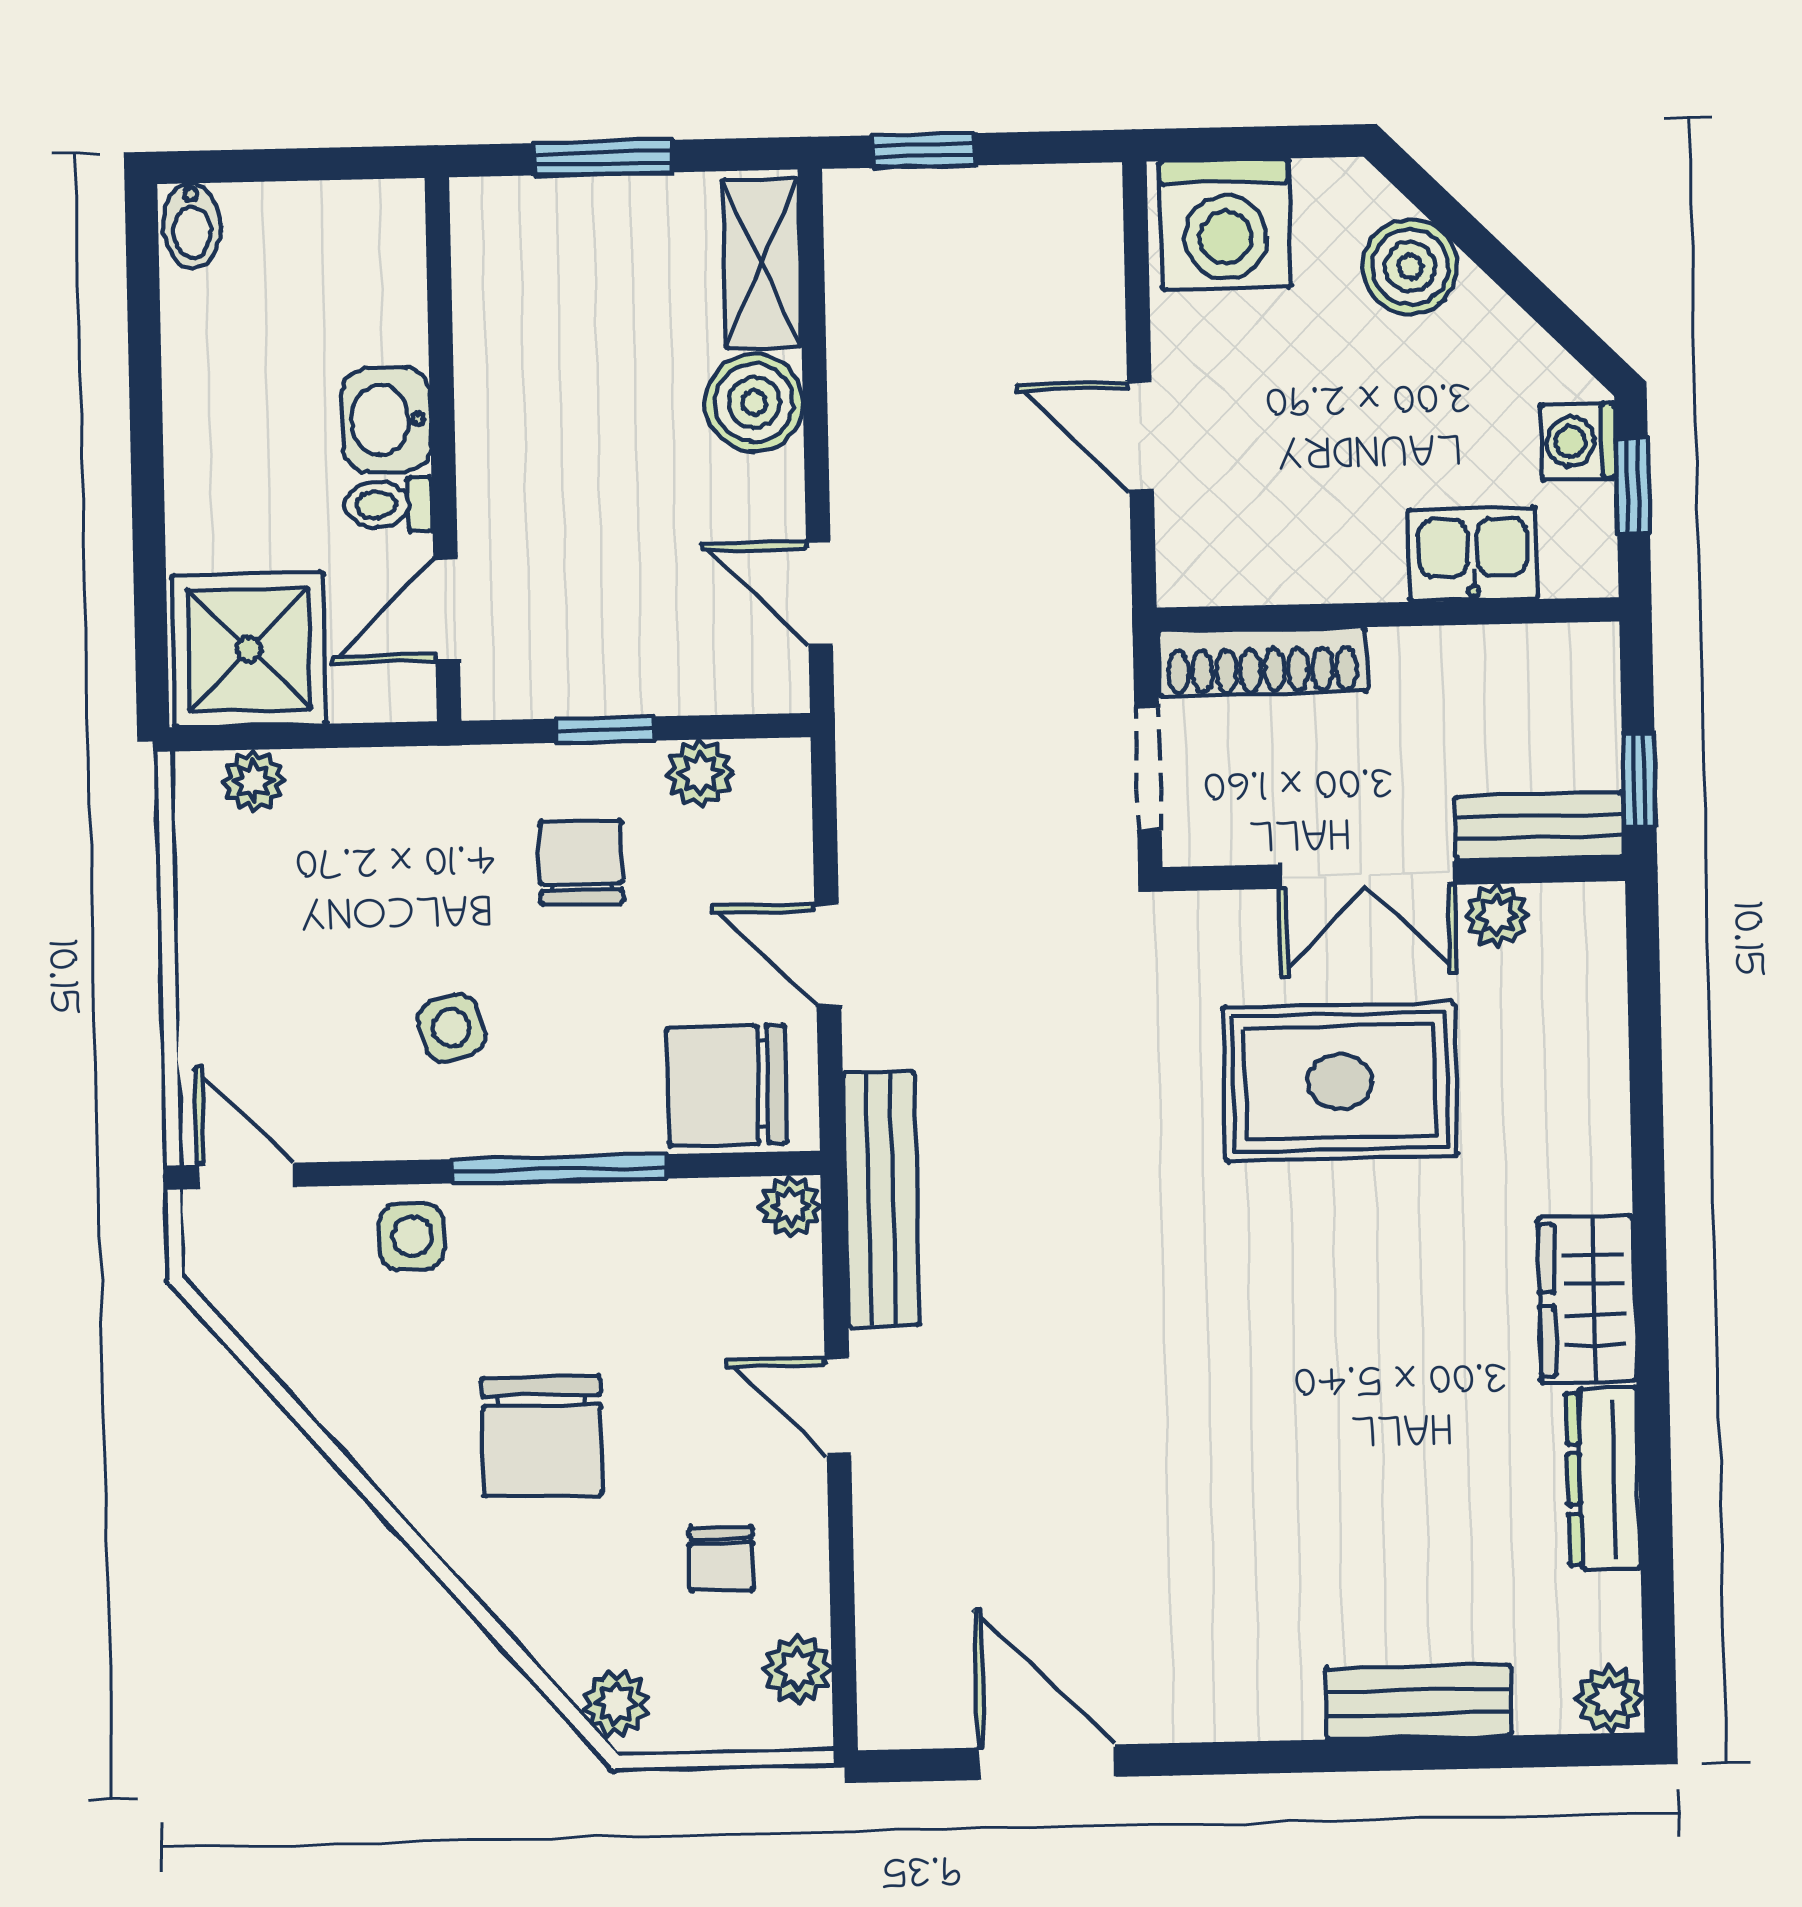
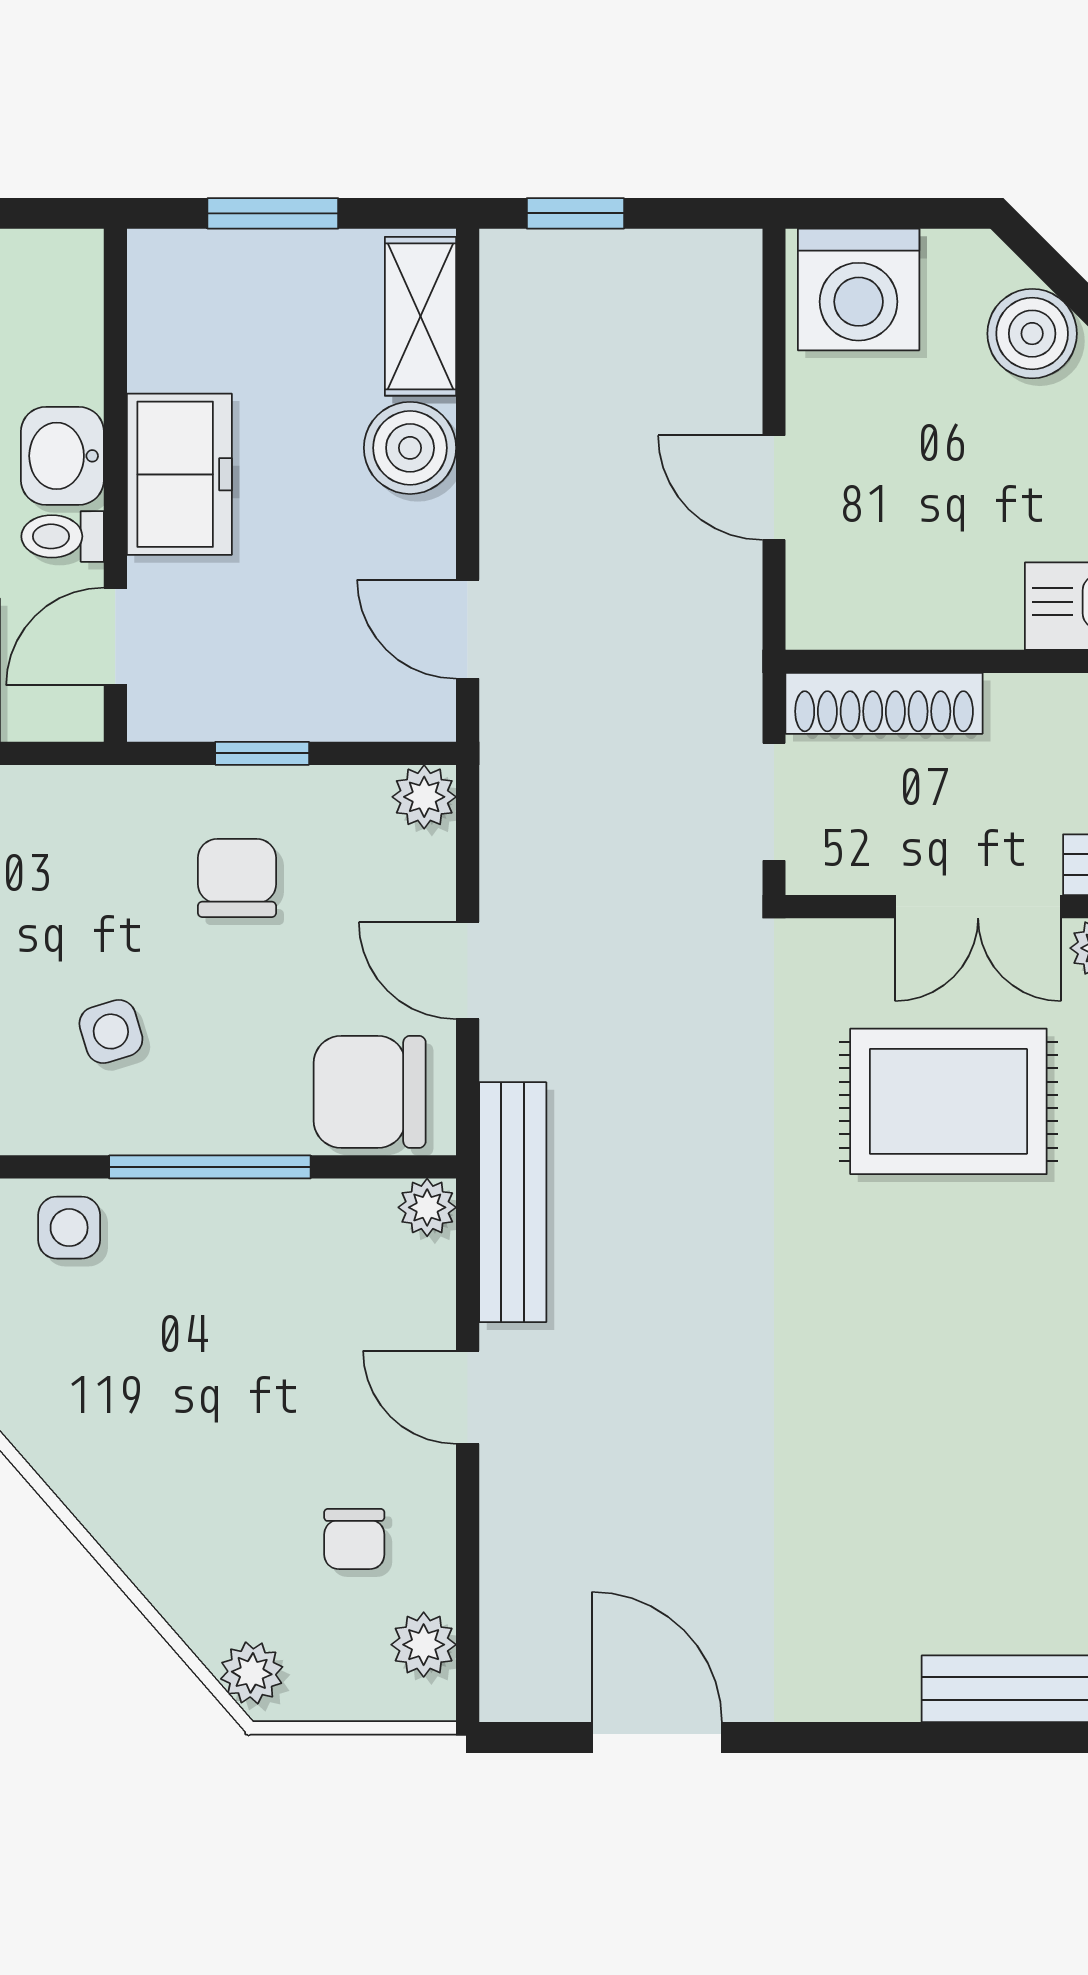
freezer: (510, 436) -> (179, 474), added
plant: (700, 774) -> (424, 797), moved
chair: (542, 1436) -> (188, 1419), removed

